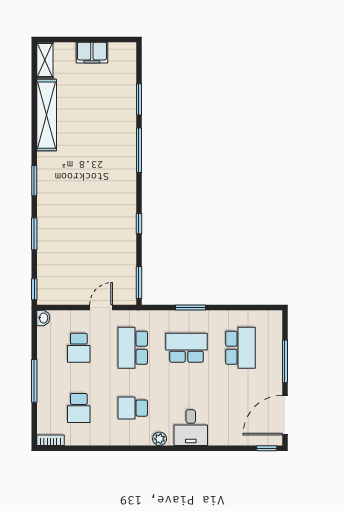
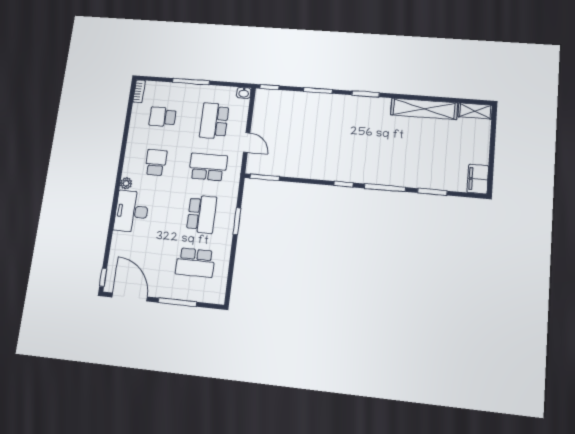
filing cabinet: (92, 53) -> (478, 179), moved
window: (139, 224) -> (344, 184), moved
school desk: (79, 348) -> (214, 121), width x1.85
desk: (191, 428) -> (131, 211), width x1.37

